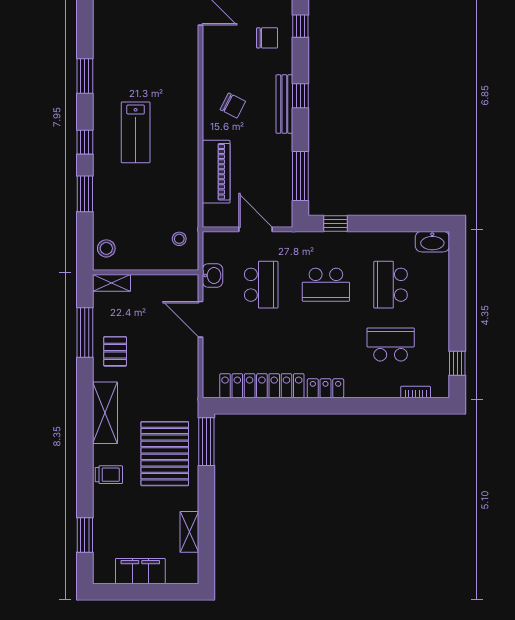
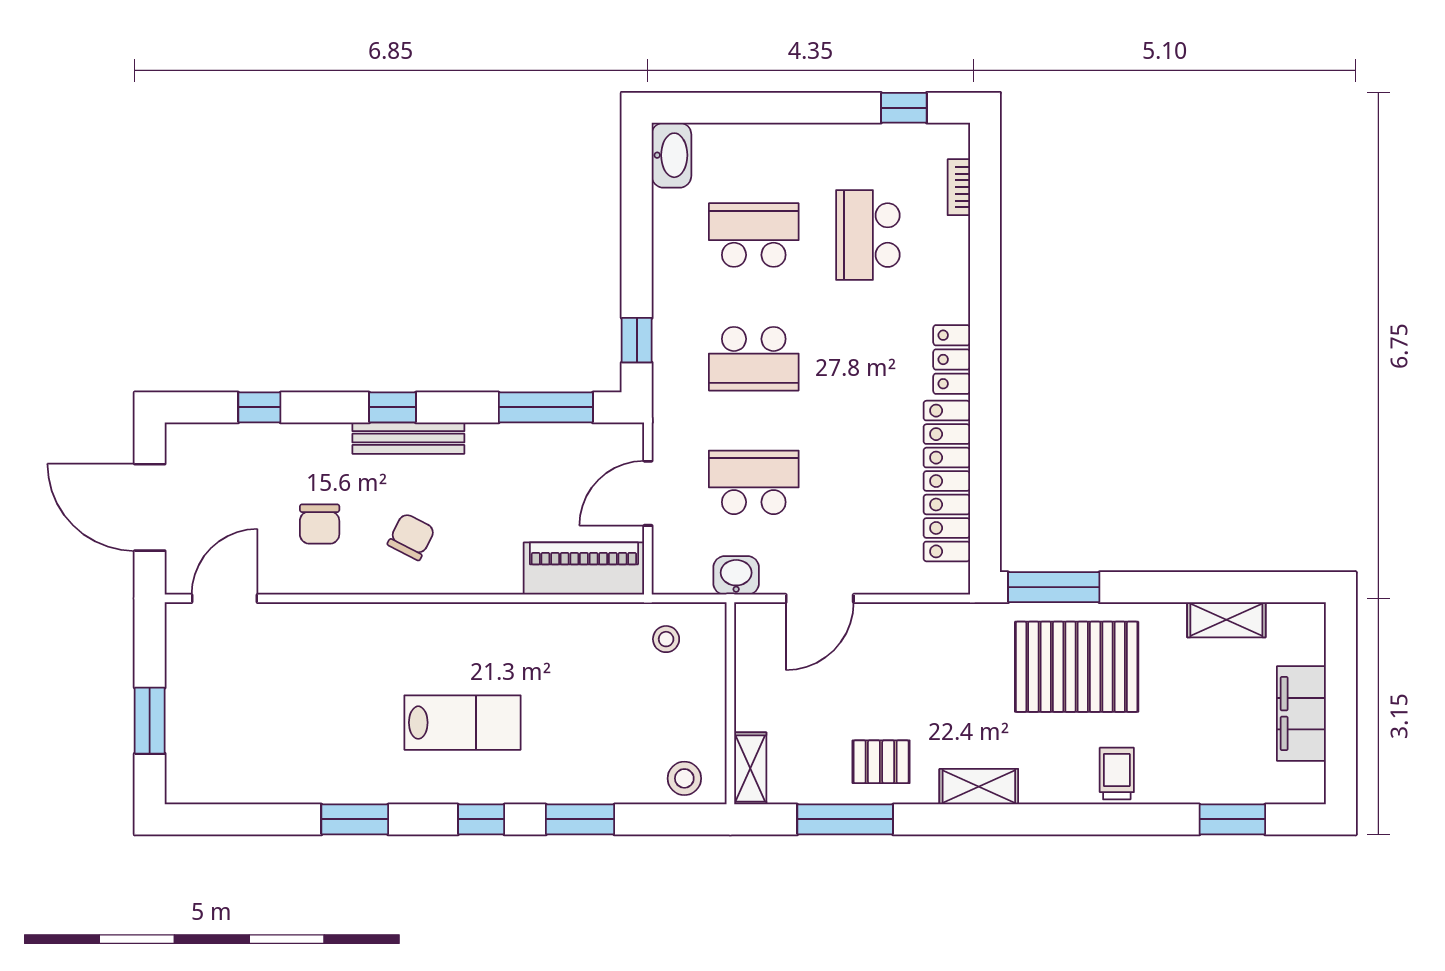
chair: (267, 38) -> (320, 524), moved, turned 180
piano: (216, 172) -> (584, 569), moved
school desk: (326, 285) -> (754, 359), turned 90
school desk: (391, 285) -> (754, 235), turned 180
shelving: (105, 413) -> (979, 787), width x0.67, depth x0.75

